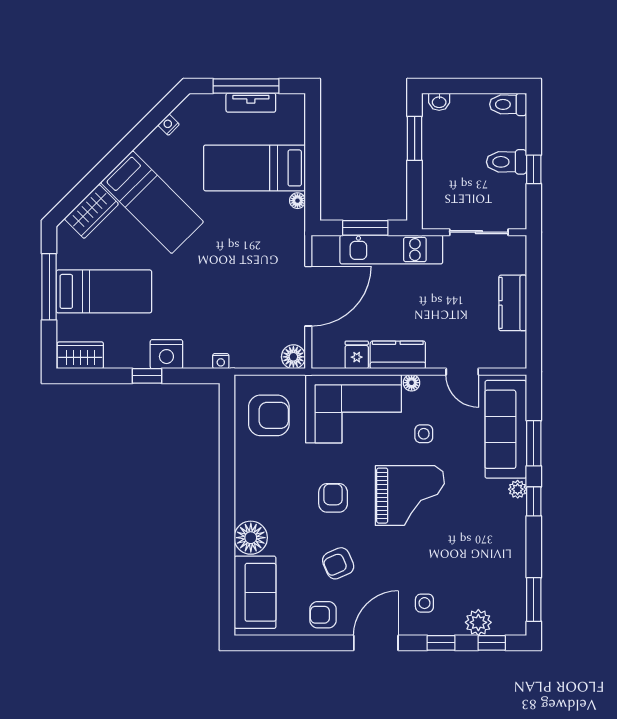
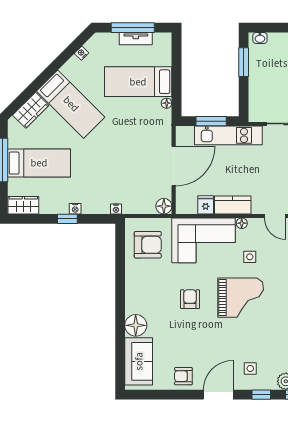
nightstand: (166, 354) -> (75, 209), width x0.53, depth x0.56
armchair: (338, 563) -> (193, 342), removed

